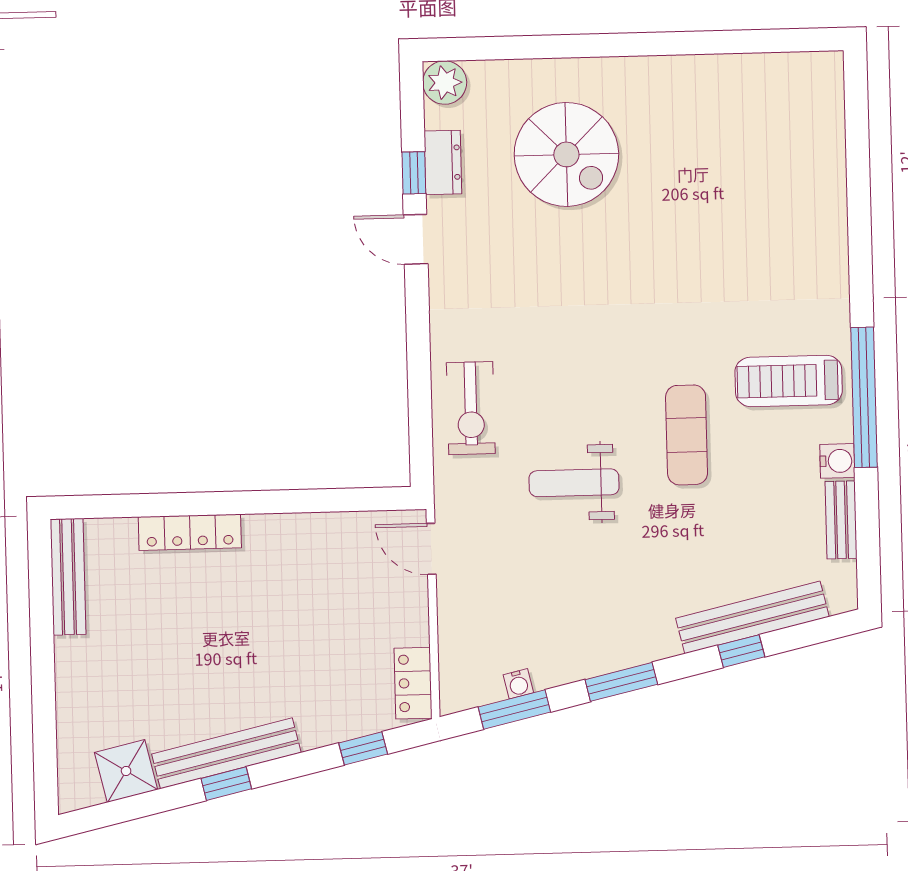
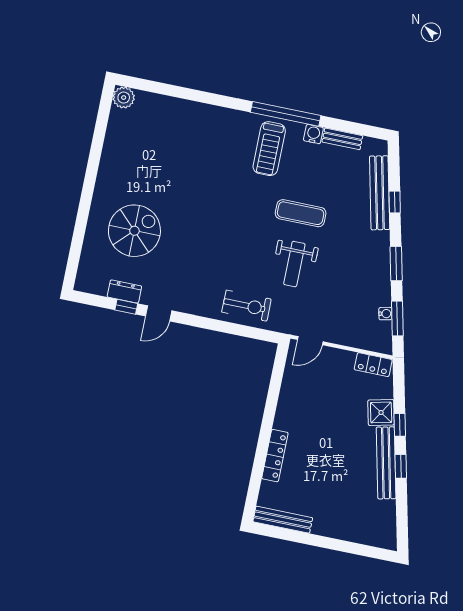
plant: (445, 83) -> (124, 98), moved
exercise mat: (687, 435) -> (301, 213), moved
window: (363, 748) -> (400, 425), moved
shower: (126, 771) -> (381, 412), moved

